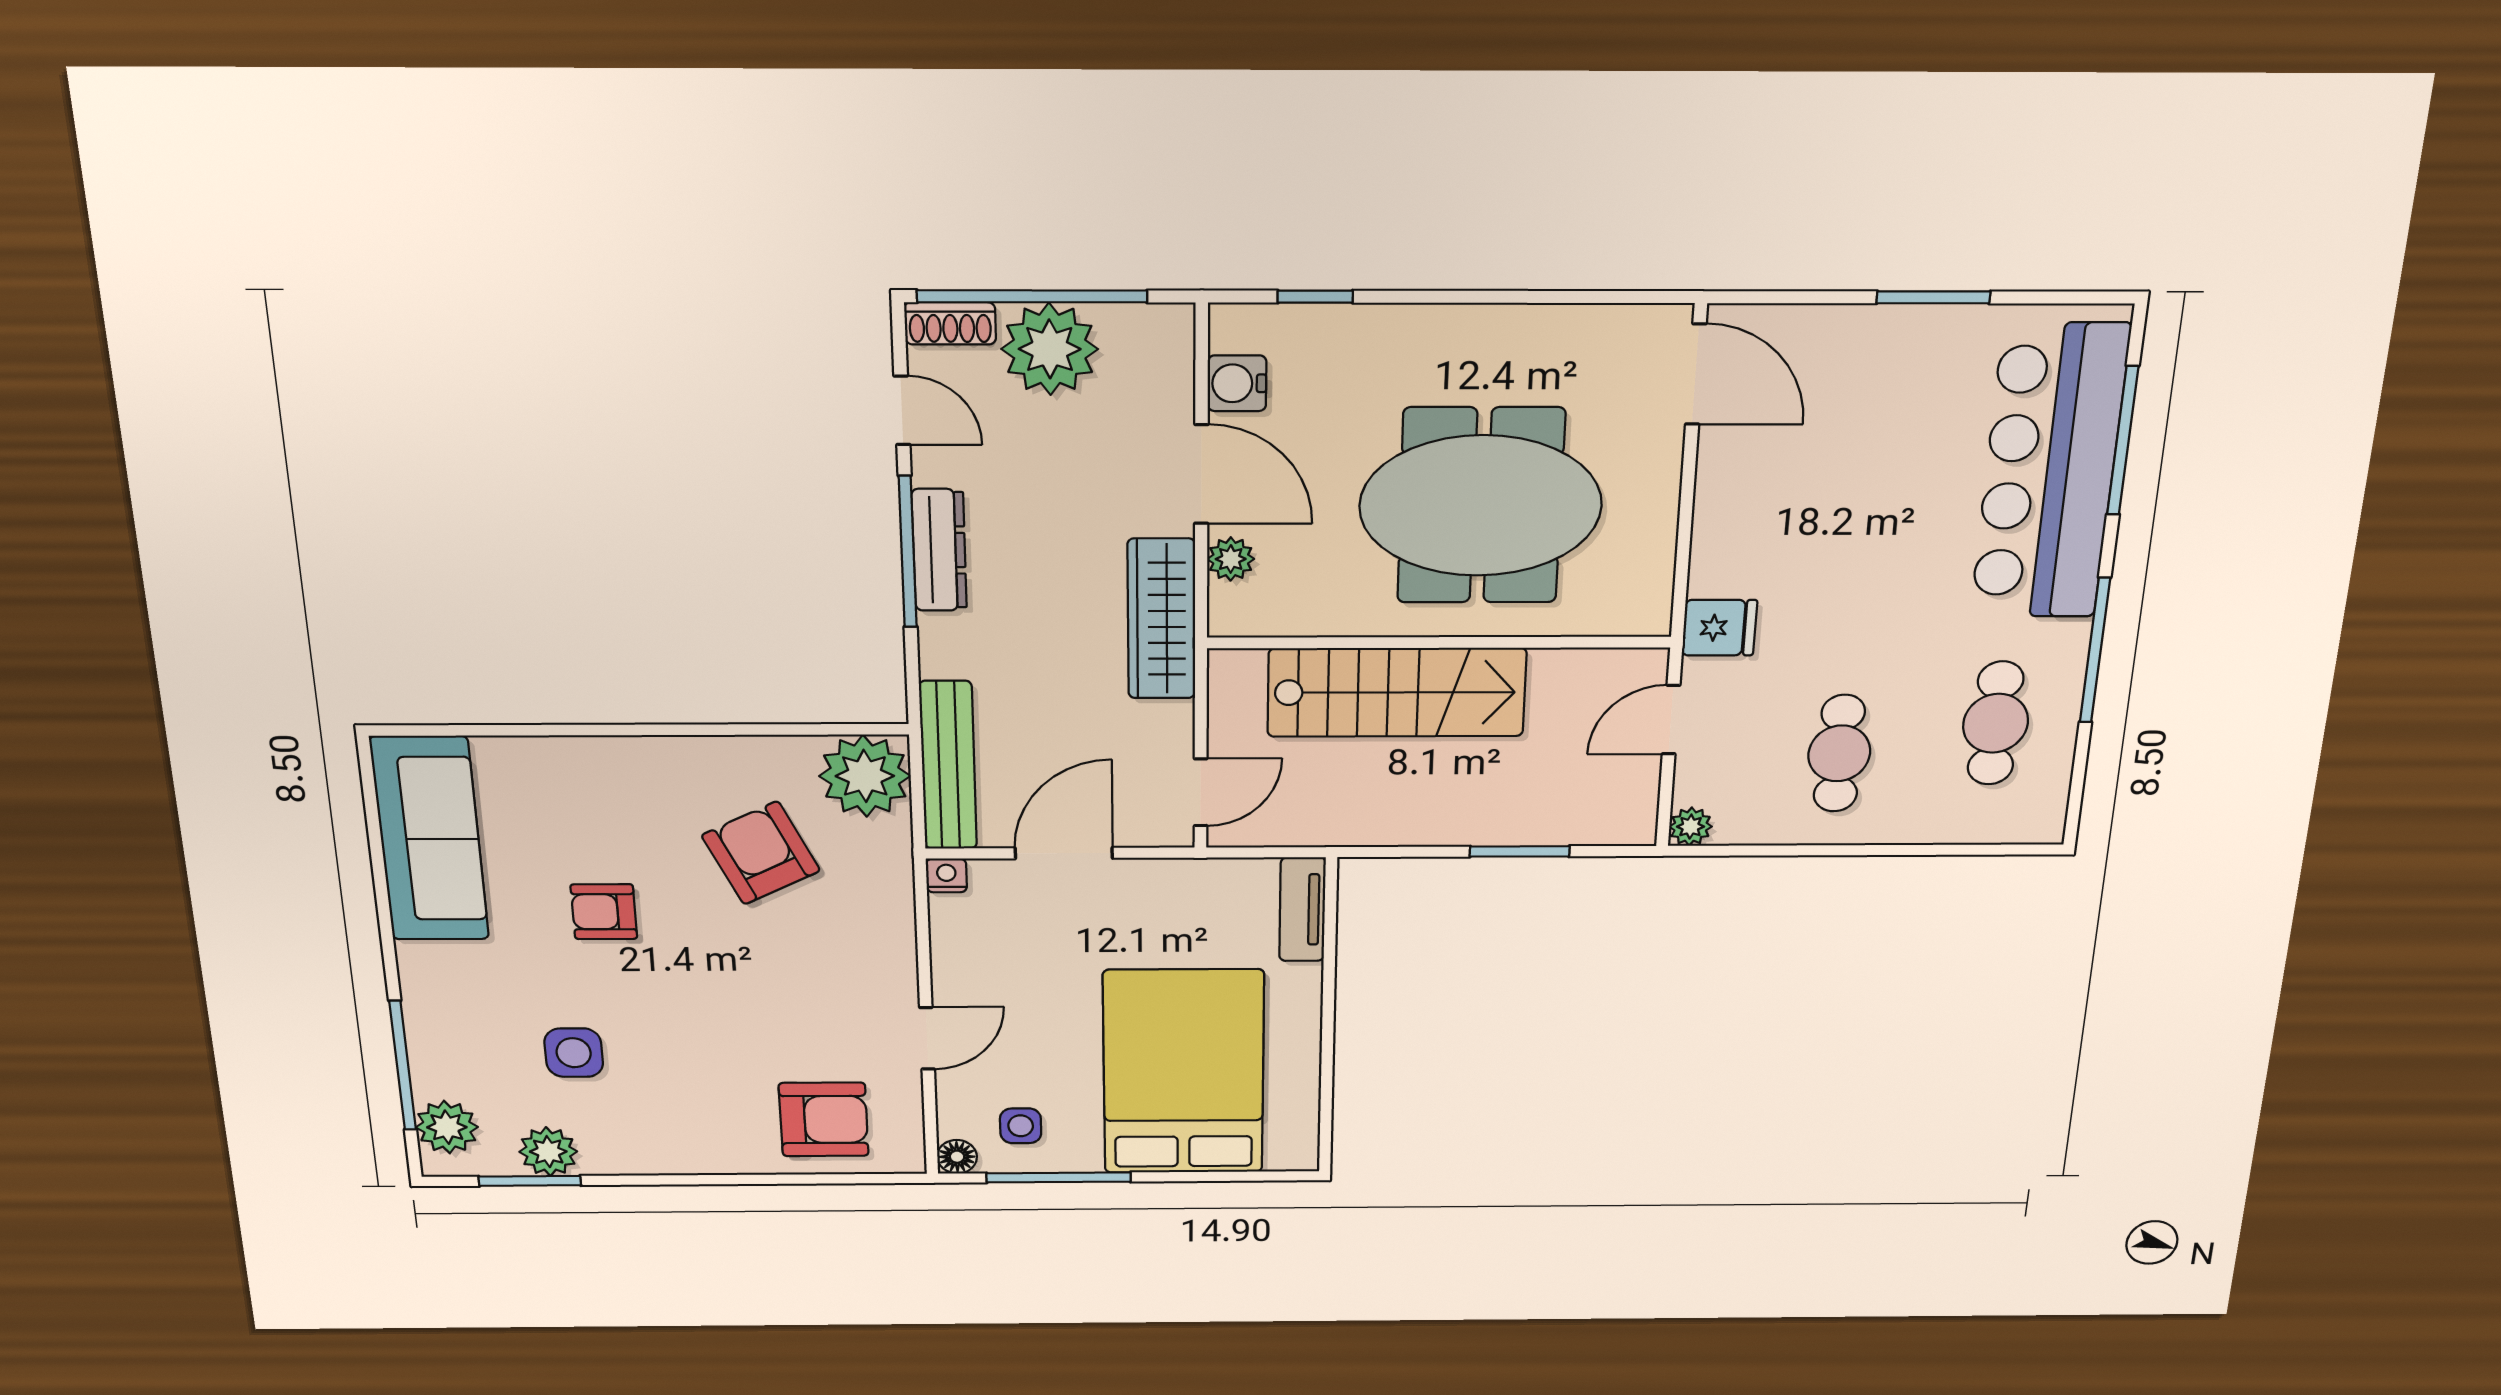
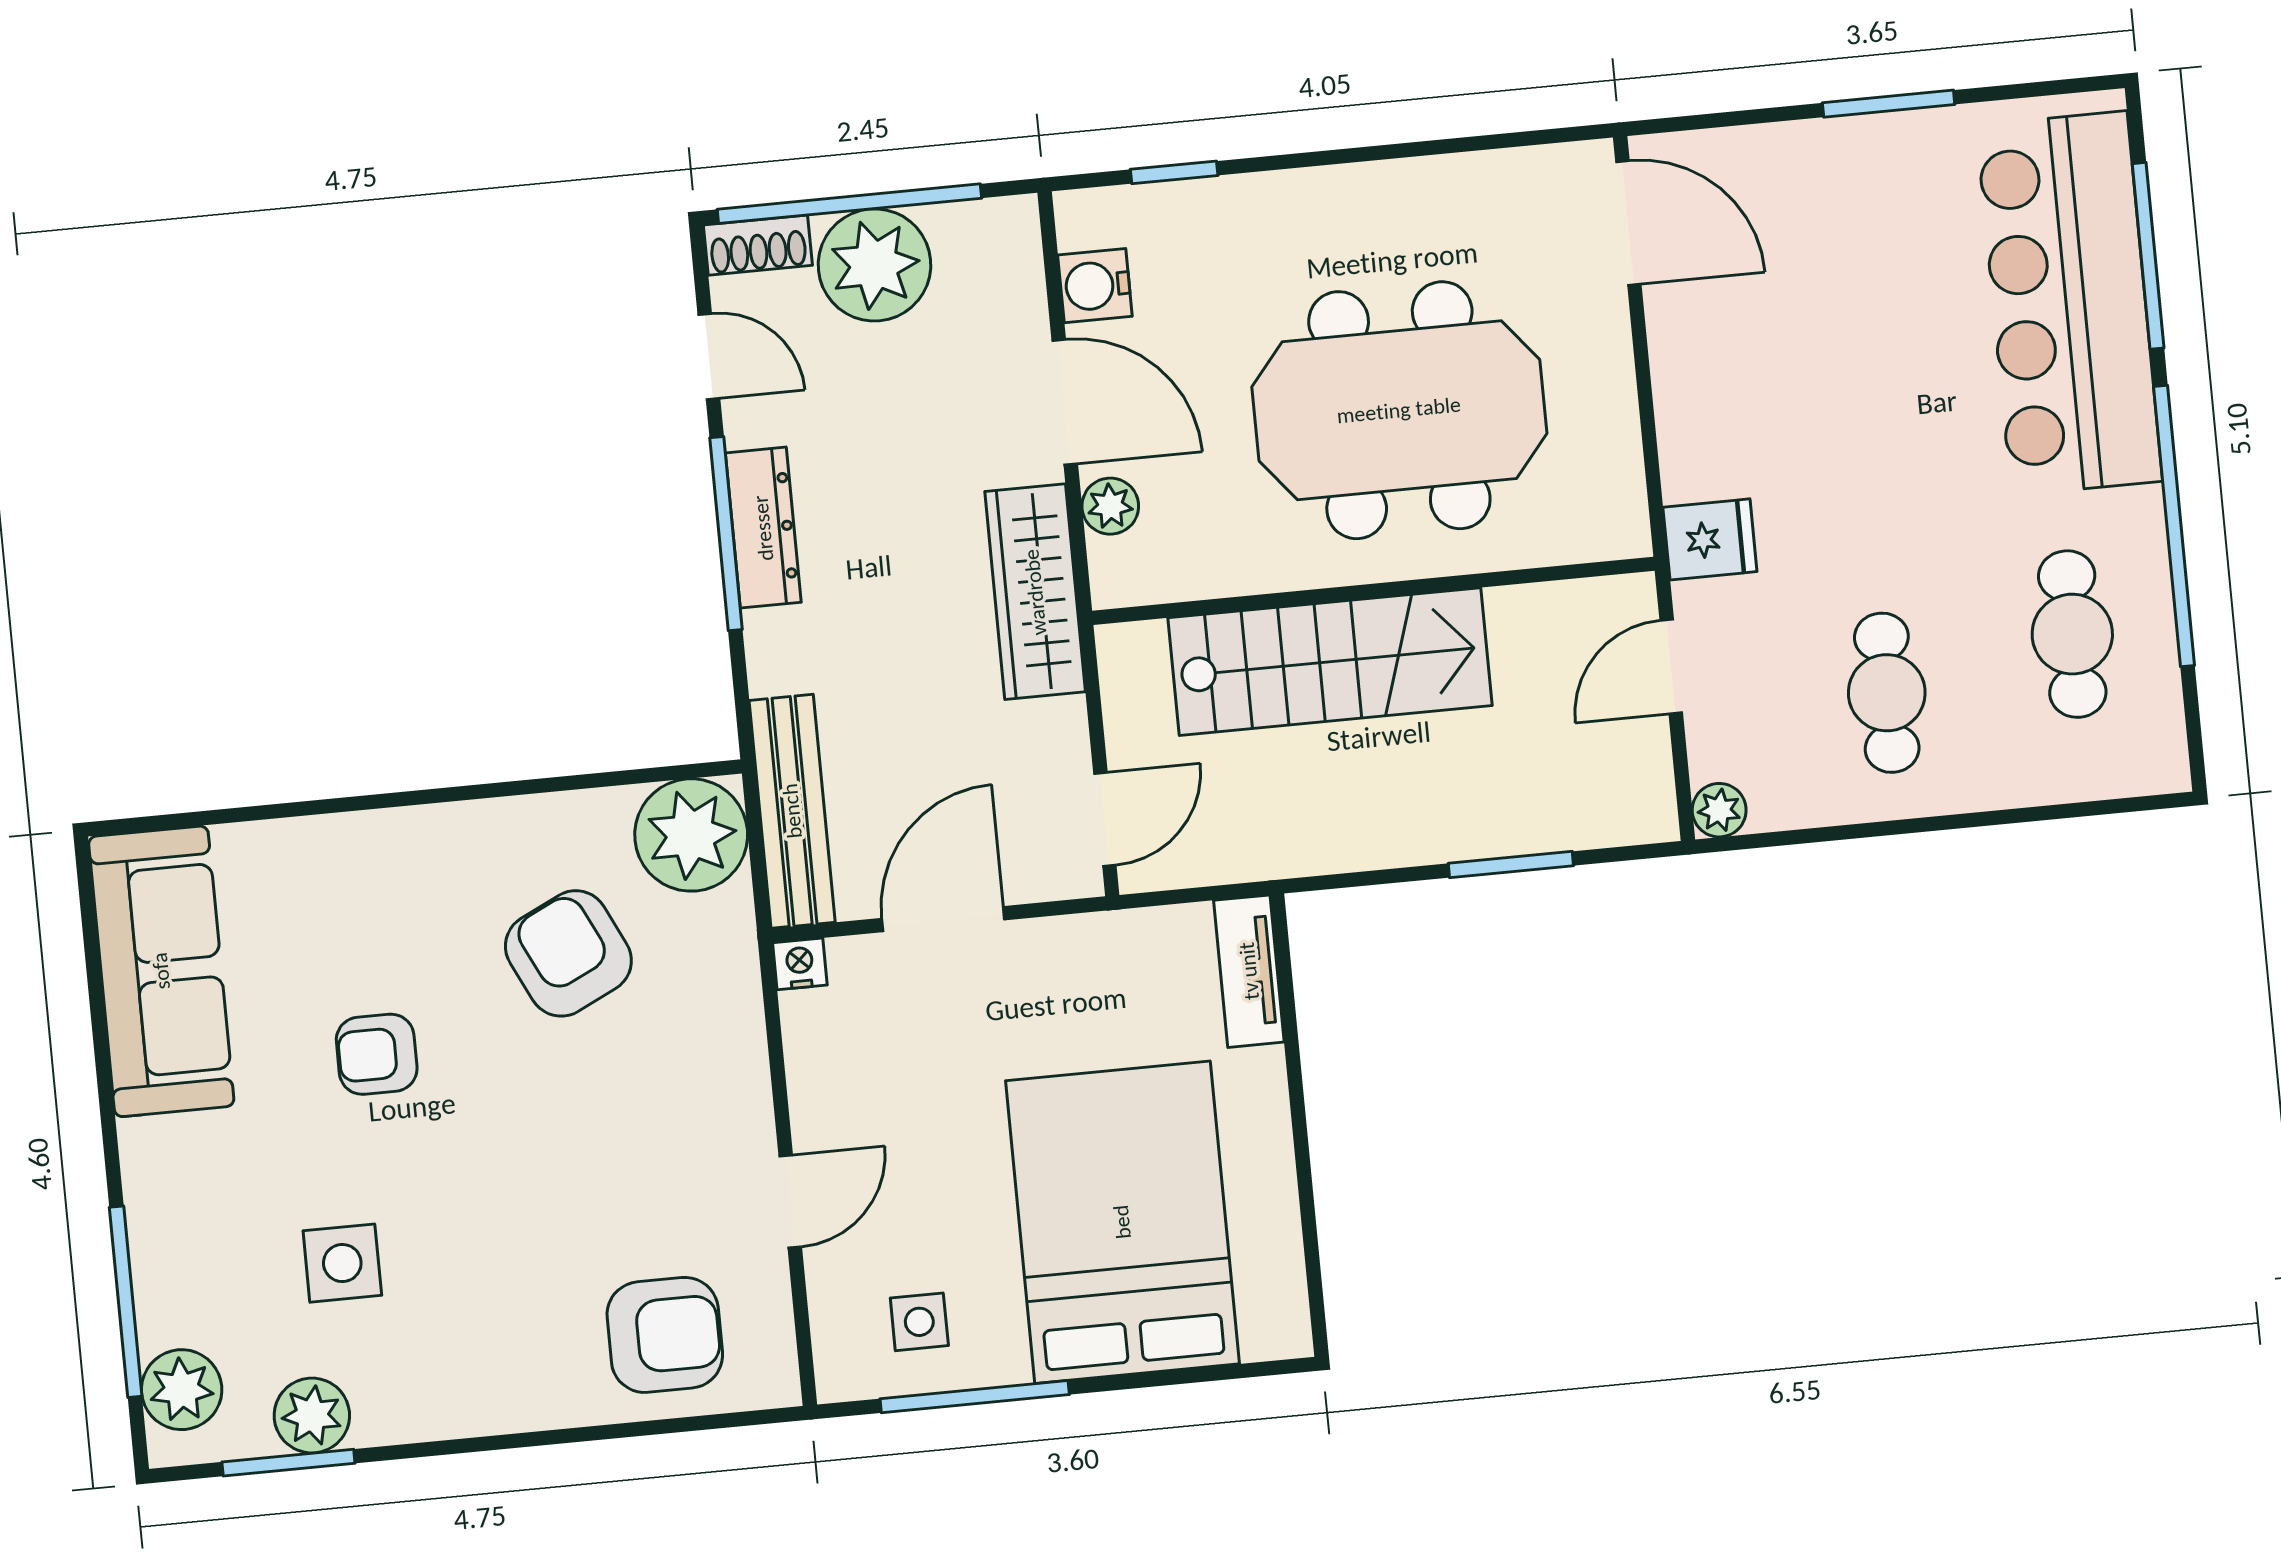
window: (2095, 650) -> (2174, 526), width x1.46
floor lamp: (957, 1157) -> (840, 1376), removed

